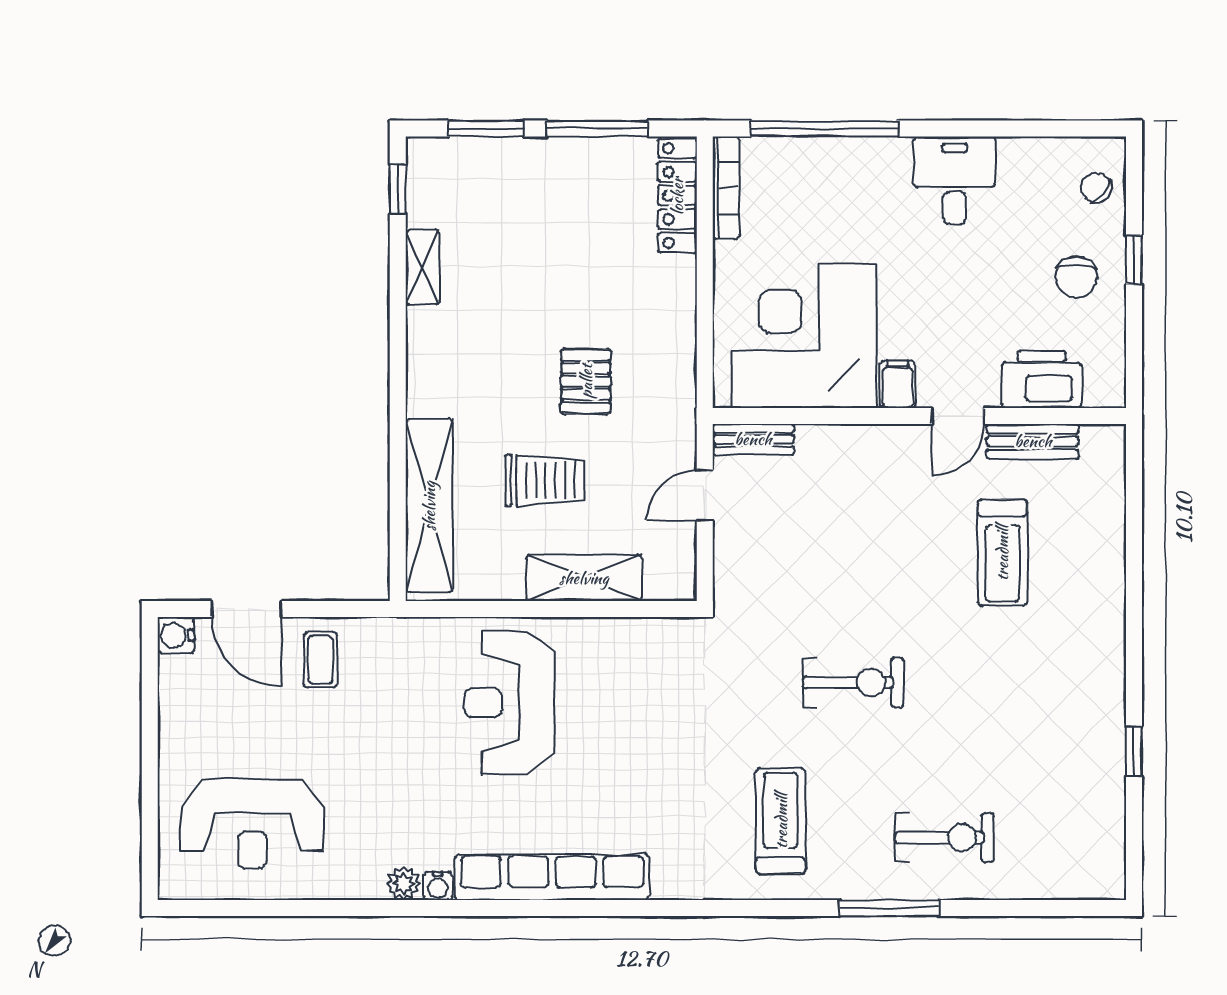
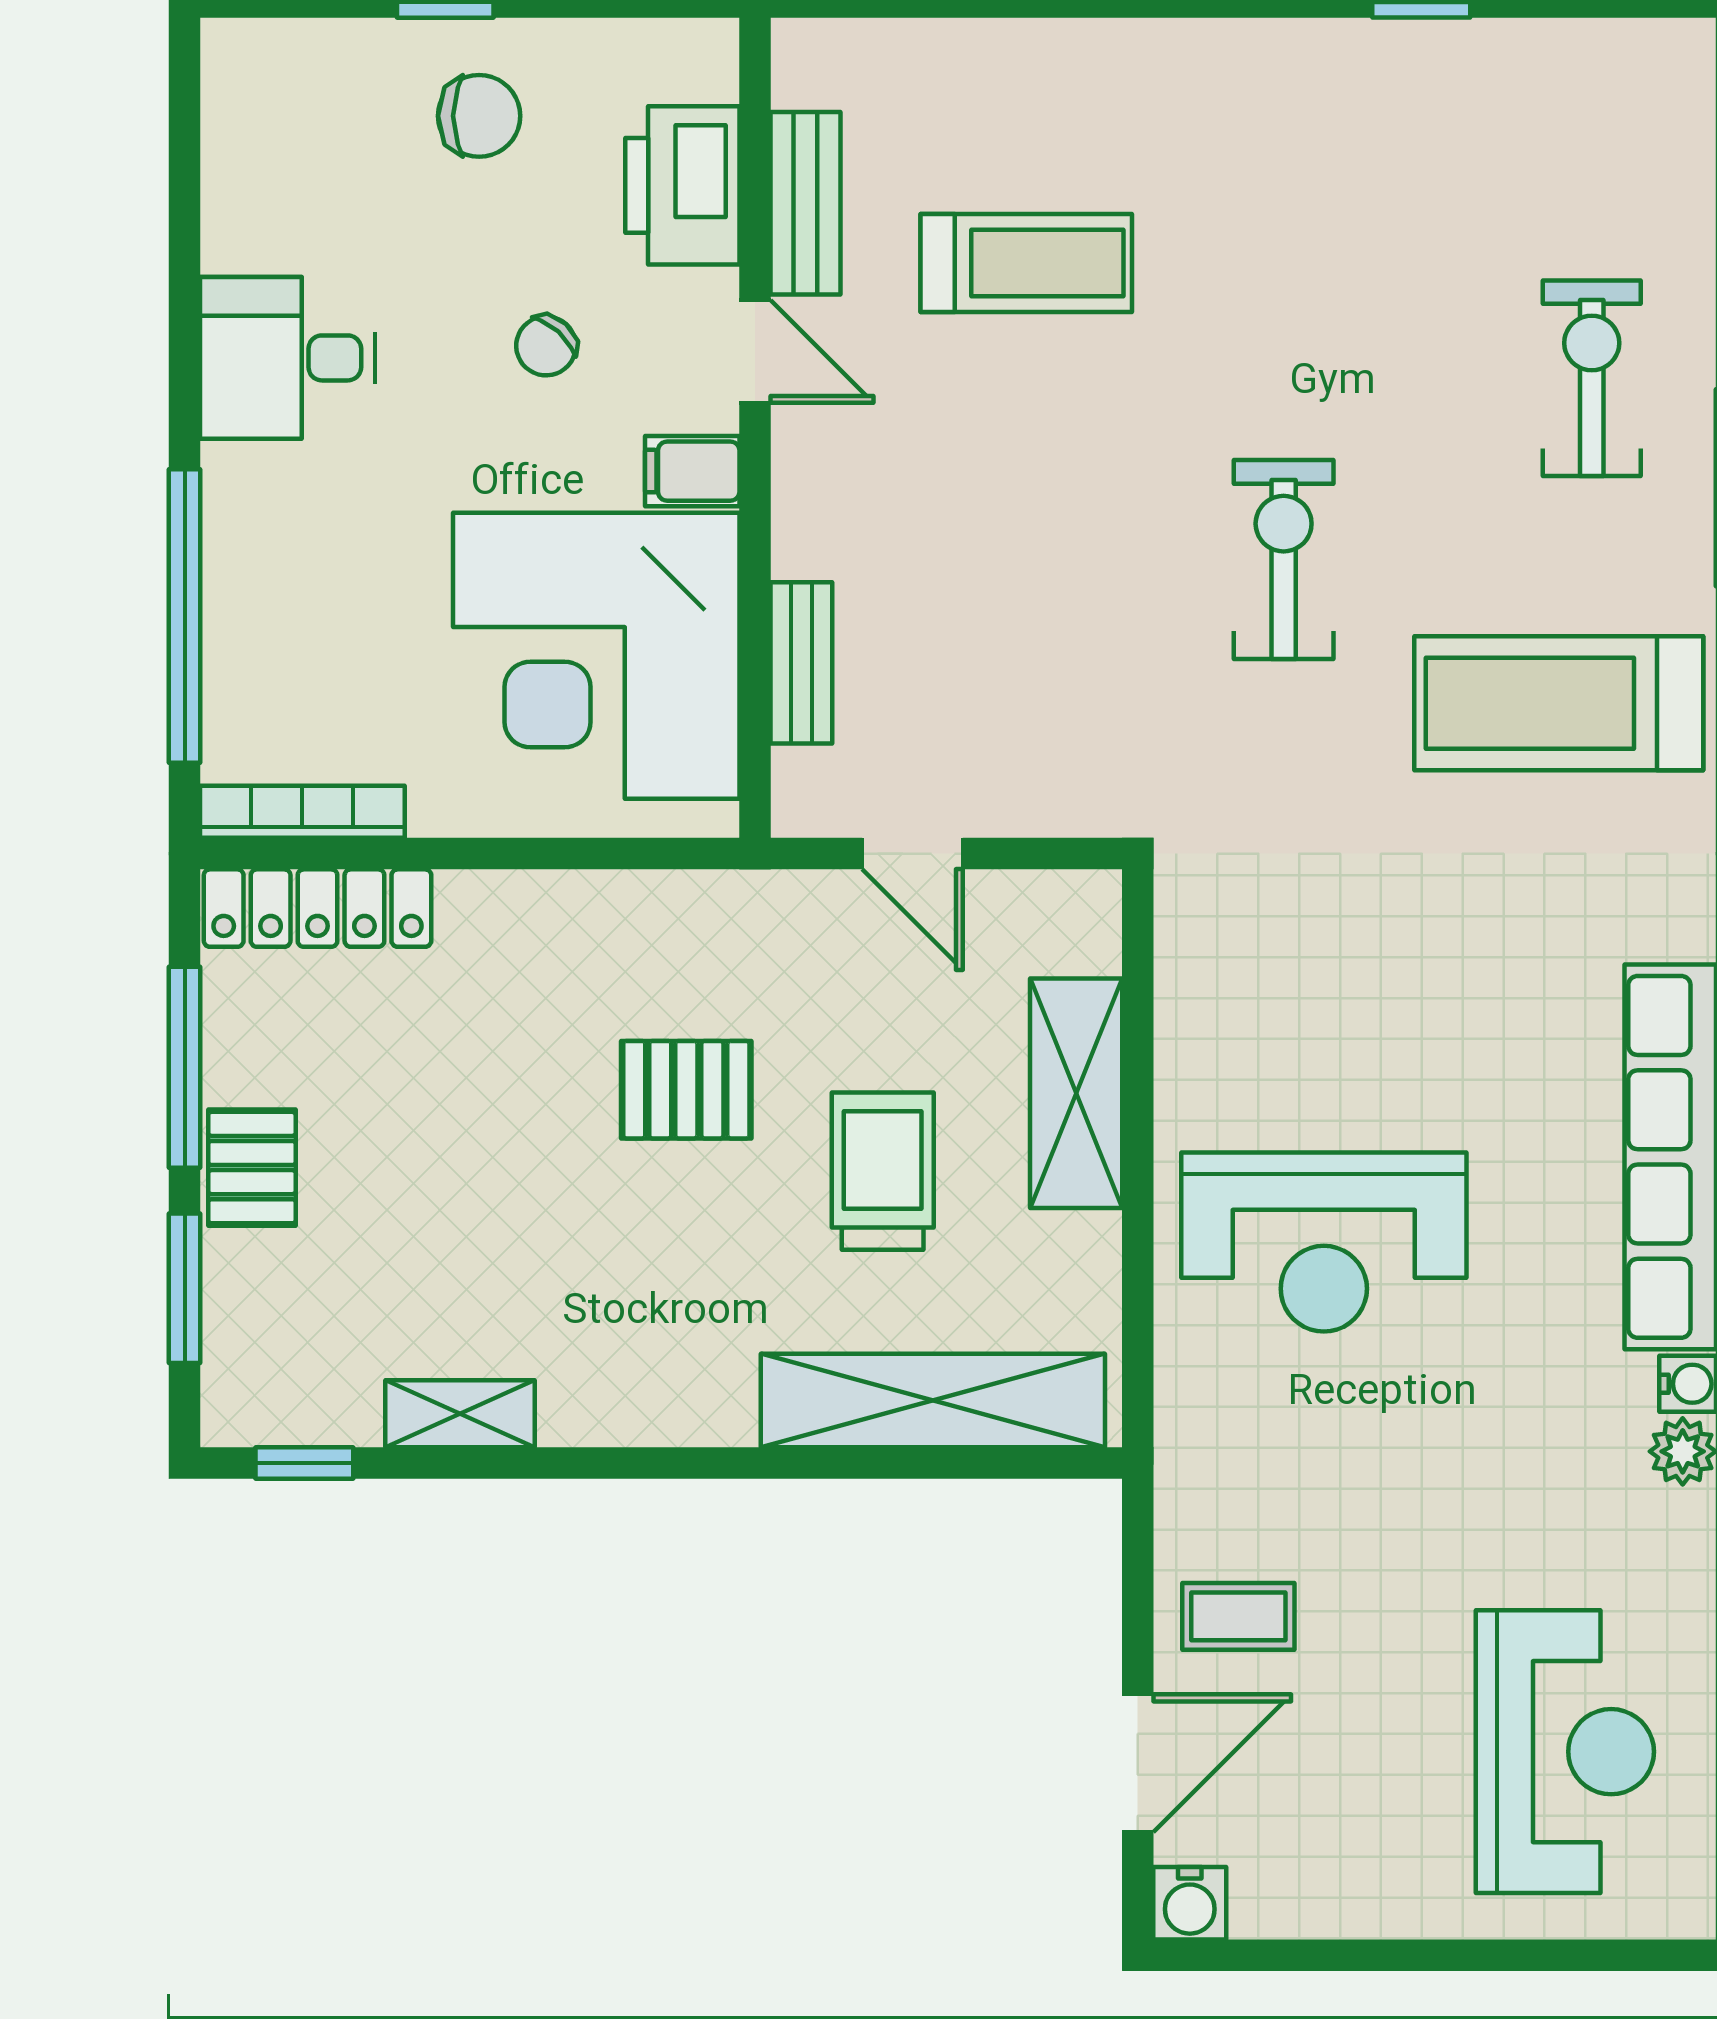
pallet: (547, 163) -> (252, 1168), added
chair: (1096, 188) -> (546, 346), moved
bench: (753, 439) -> (801, 663), moved
treadmill: (781, 821) -> (1559, 703), width x1.37, depth x1.38

